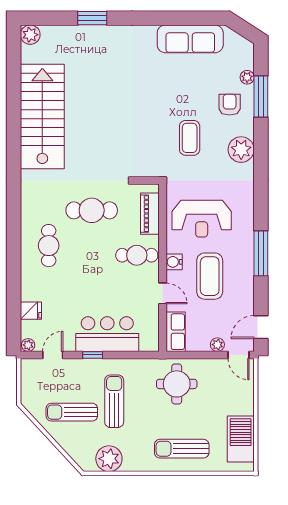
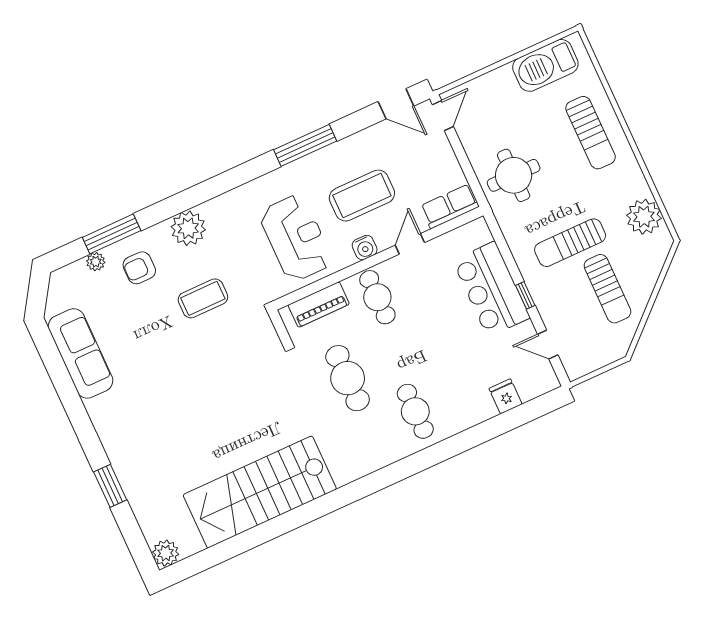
cafe table: (49, 246) -> (415, 411), turned 90
plant: (28, 345) -> (549, 381), removed
plant: (217, 345) -> (442, 147), removed

